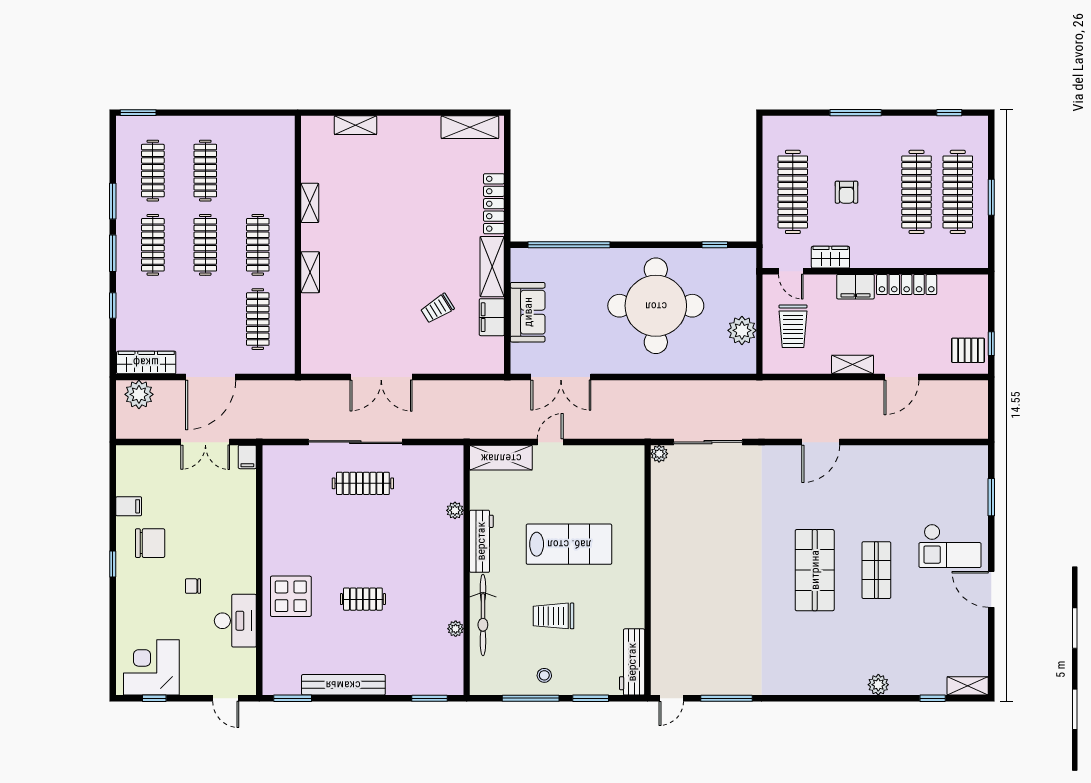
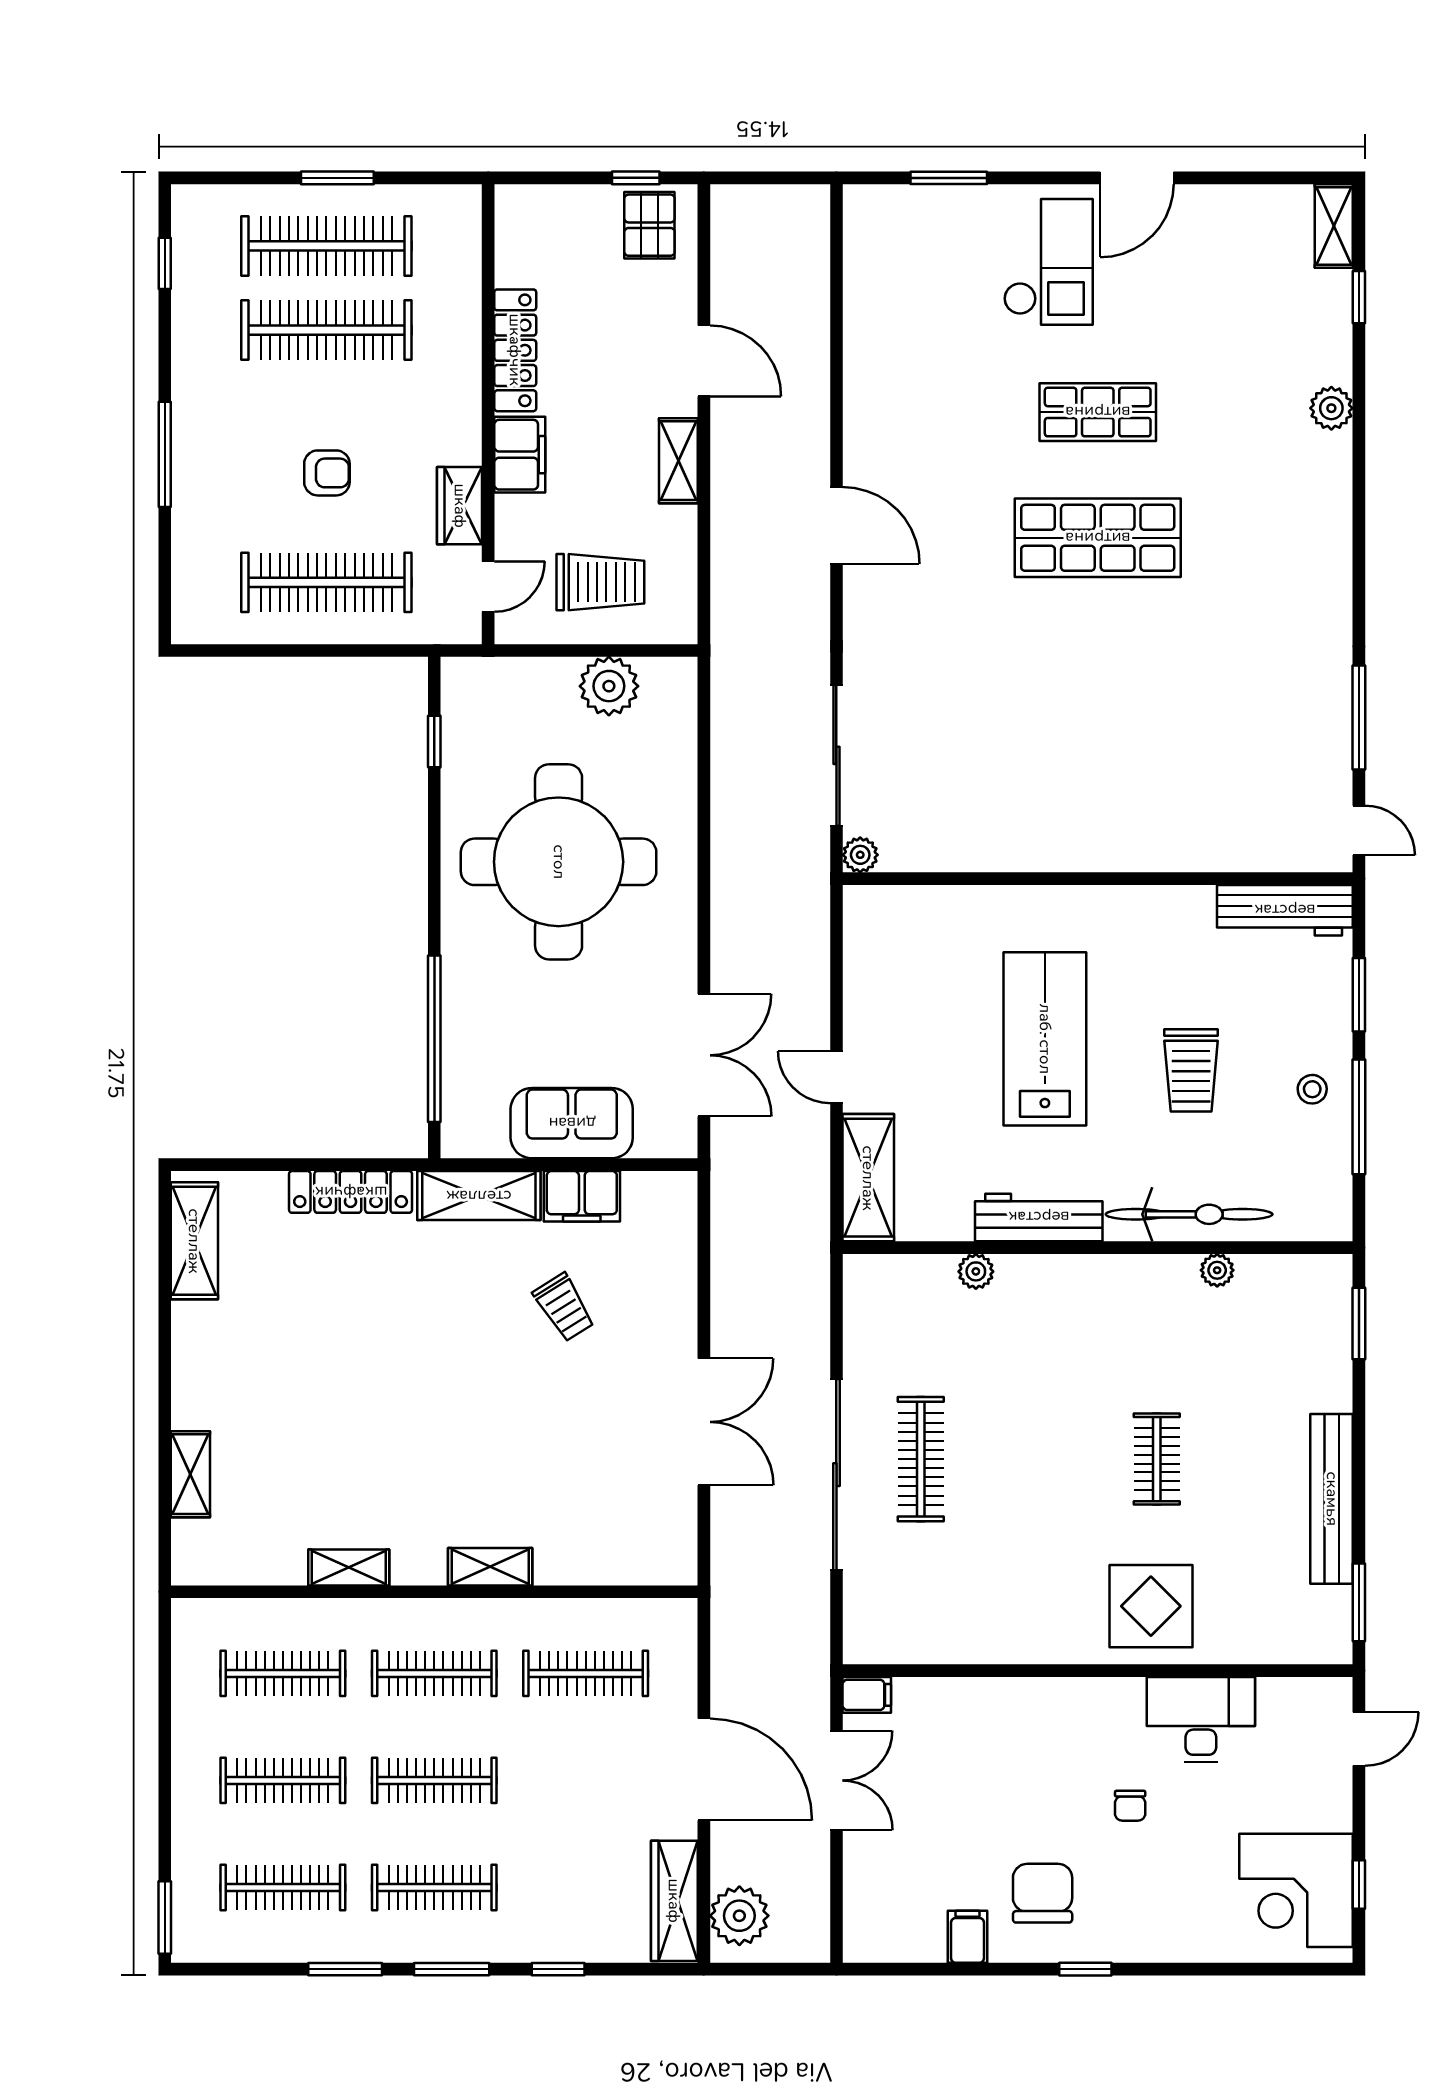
clothes rail: (258, 171) -> (283, 1673), added

